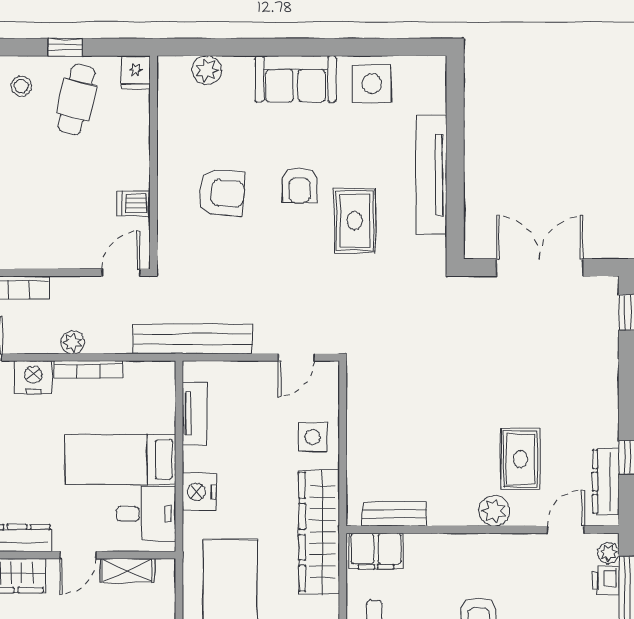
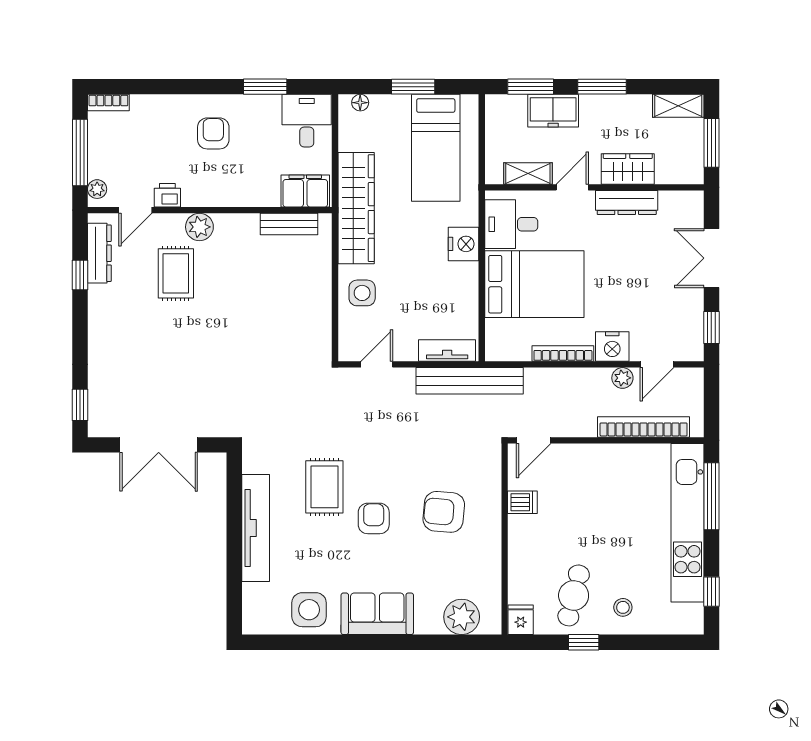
plant: (207, 70) -> (462, 617), width x1.36, depth x1.36
plant: (72, 342) -> (622, 378), moved
tv unit: (194, 414) -> (447, 351), moved, turned 90
bed: (120, 459) -> (534, 284), width x1.50
printer: (606, 580) -> (167, 195), moved, turned -90

